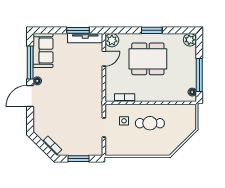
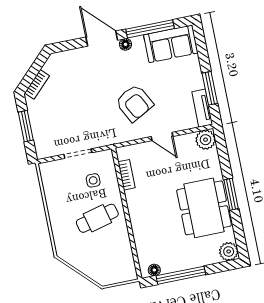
tv unit: (85, 38) -> (202, 108), width x0.71
door: (104, 59) -> (162, 137), moved
dining table: (148, 59) -> (204, 208), moved
armchair: (78, 83) -> (134, 103), added
cafe table: (150, 123) -> (97, 218), turned 76

